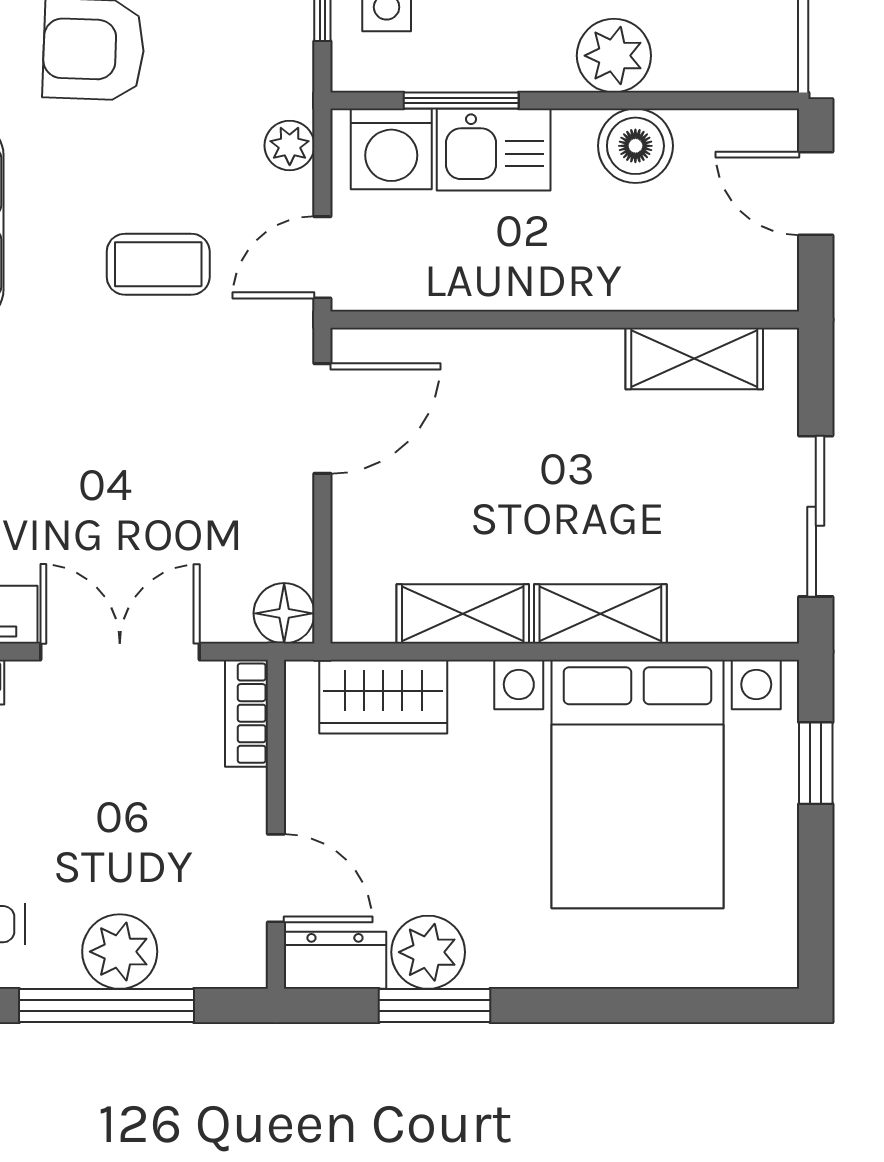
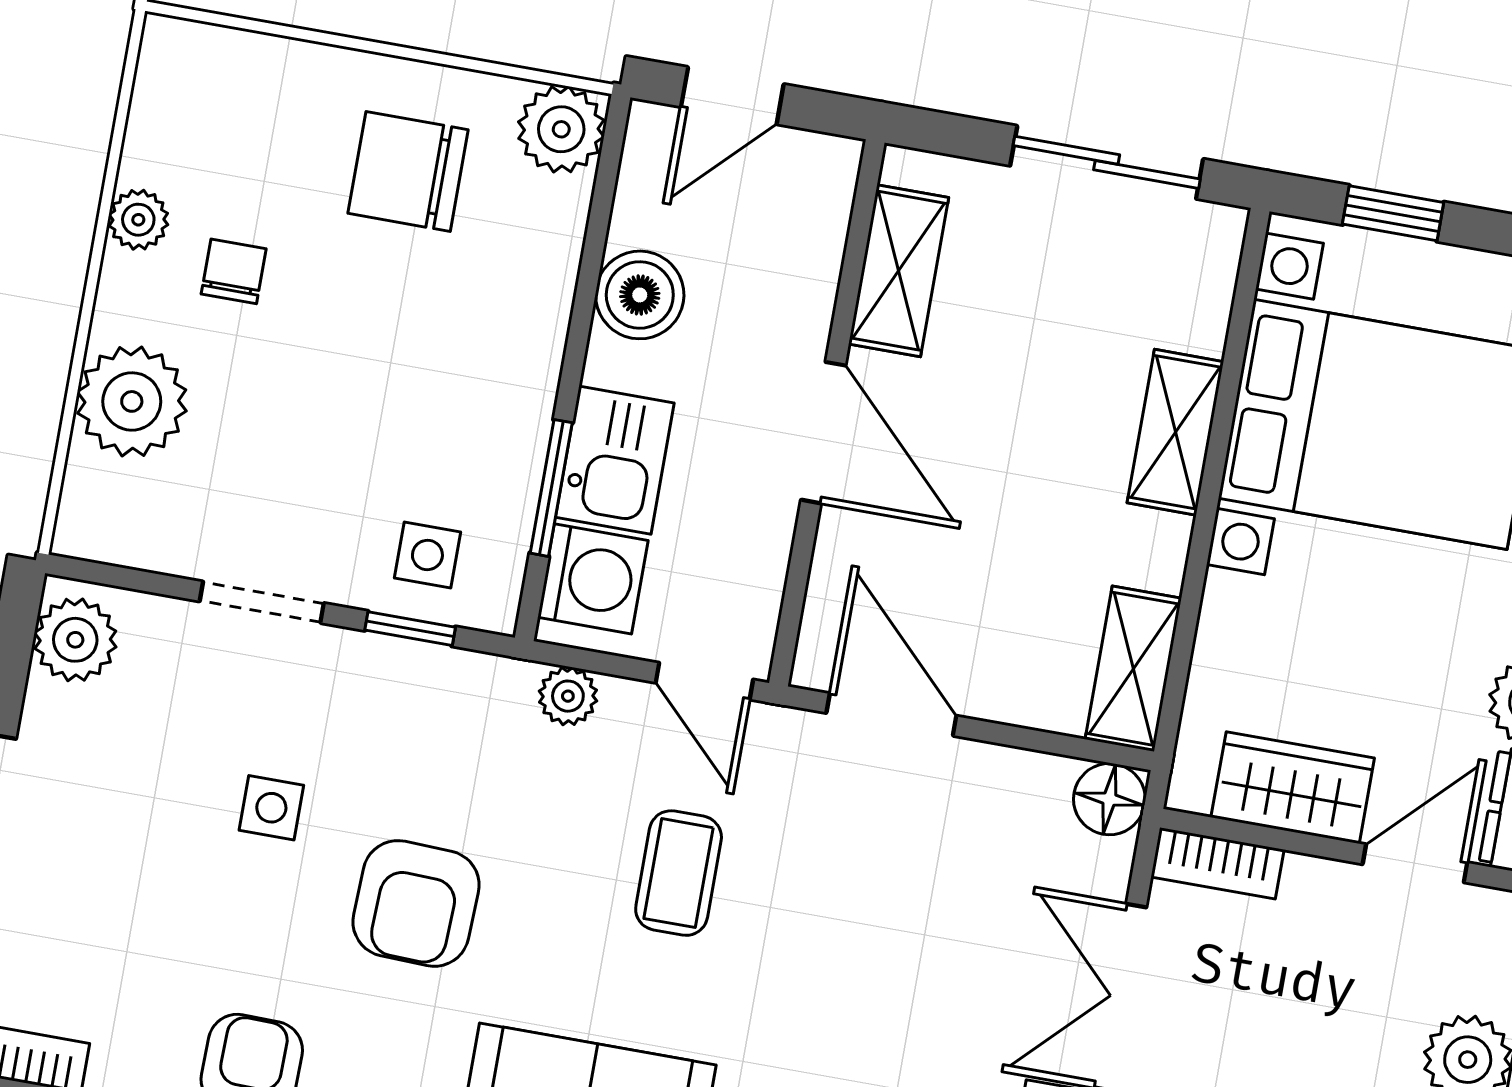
plant: (614, 56) -> (561, 129), moved
door: (548, 320) -> (823, 433), added
shelving: (463, 614) -> (1133, 669), moved
wardrobe: (383, 697) -> (1293, 788), moved, turned -90

